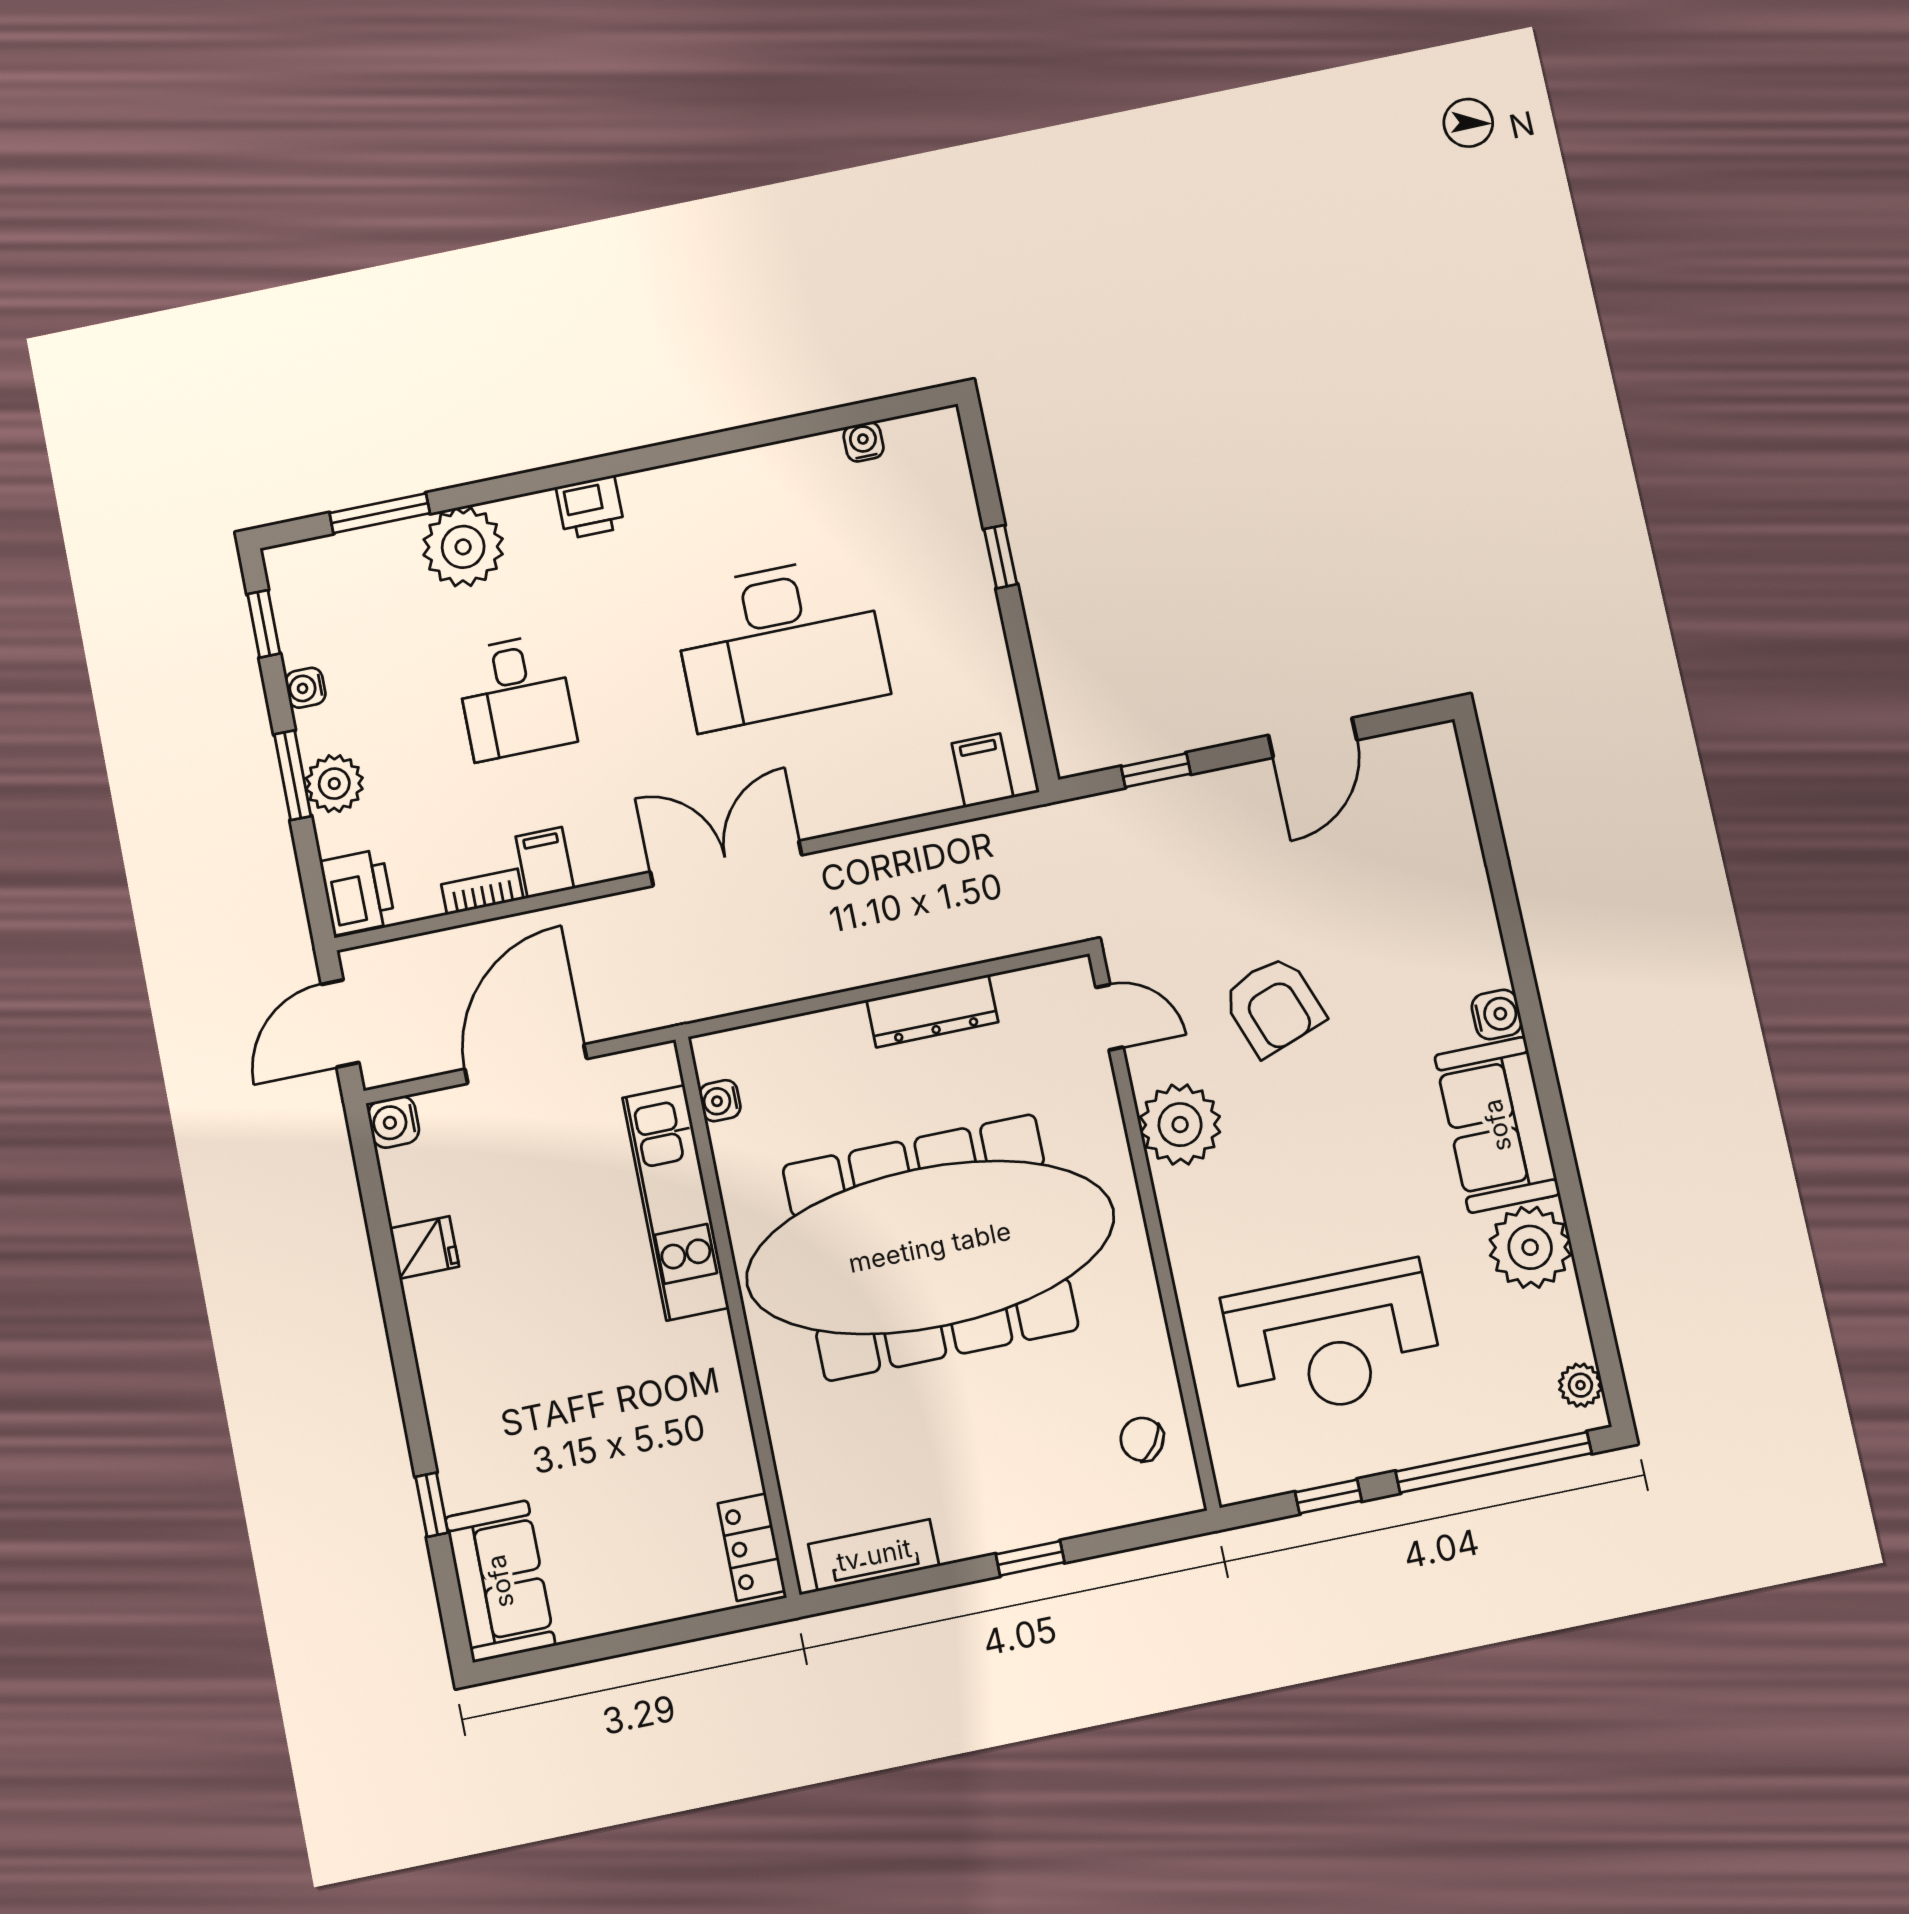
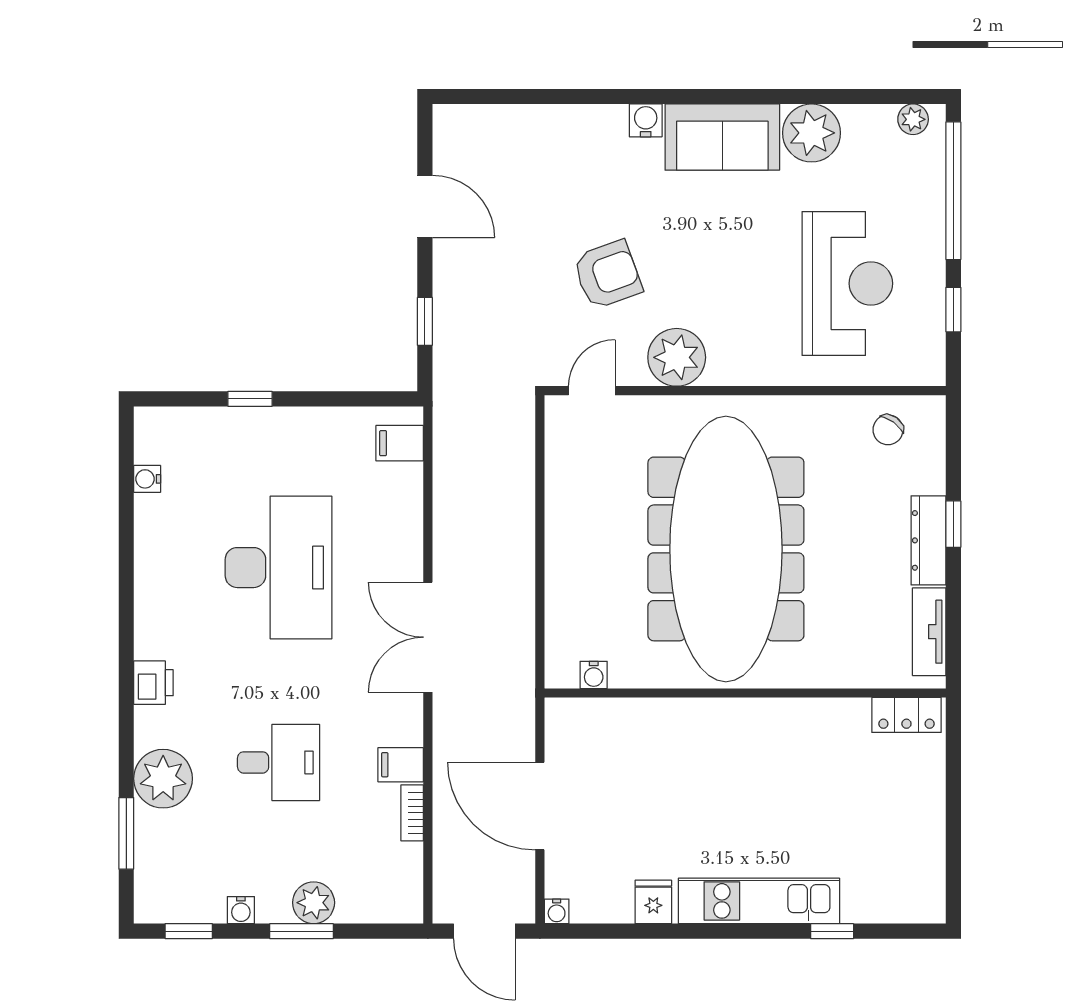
printer: (358, 892) -> (394, 901), removed
dresser: (932, 1011) -> (928, 540), moved, turned 180
water cooler: (394, 1122) -> (557, 911), width x0.72, depth x0.72
kitchen unit: (676, 1203) -> (759, 901), moved, turned 180
sofa: (500, 1581) -> (894, 894), removed

